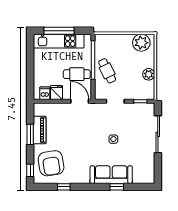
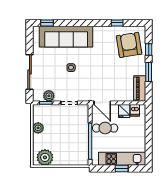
window: (59, 31) -> (122, 168), width x0.46
cafe table: (107, 71) -> (77, 131), removed
plant: (137, 109) -> (49, 96), added
piano: (40, 130) -> (140, 88), moved
window: (30, 170) -> (149, 49), moved
sofa: (111, 175) -> (66, 37), width x1.36, depth x1.27
window: (117, 187) -> (47, 23), moved

